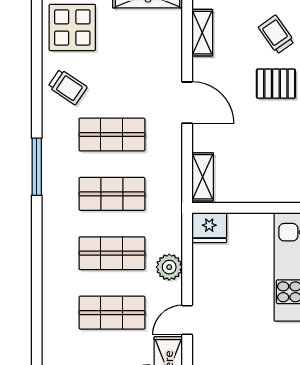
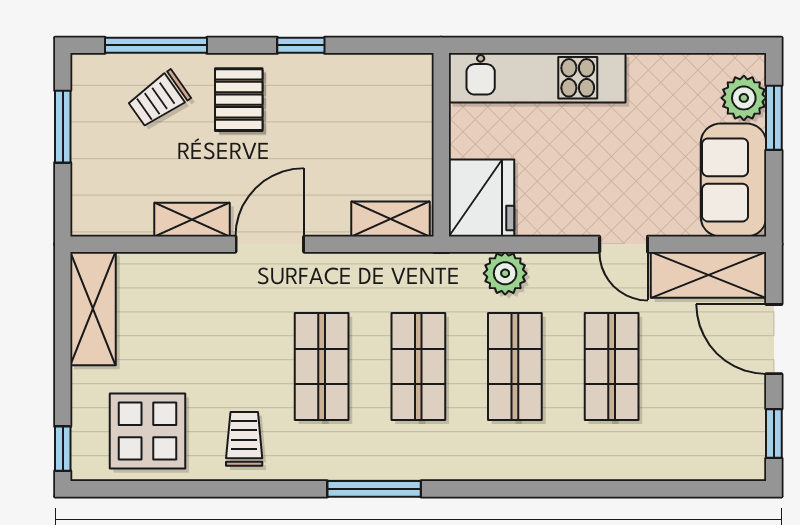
shelving: (202, 33) -> (192, 220), moved
trolley: (67, 87) -> (244, 439), turned -34
fridge: (209, 228) -> (482, 198), width x1.36, depth x1.34
plant: (169, 267) -> (505, 273), moved

